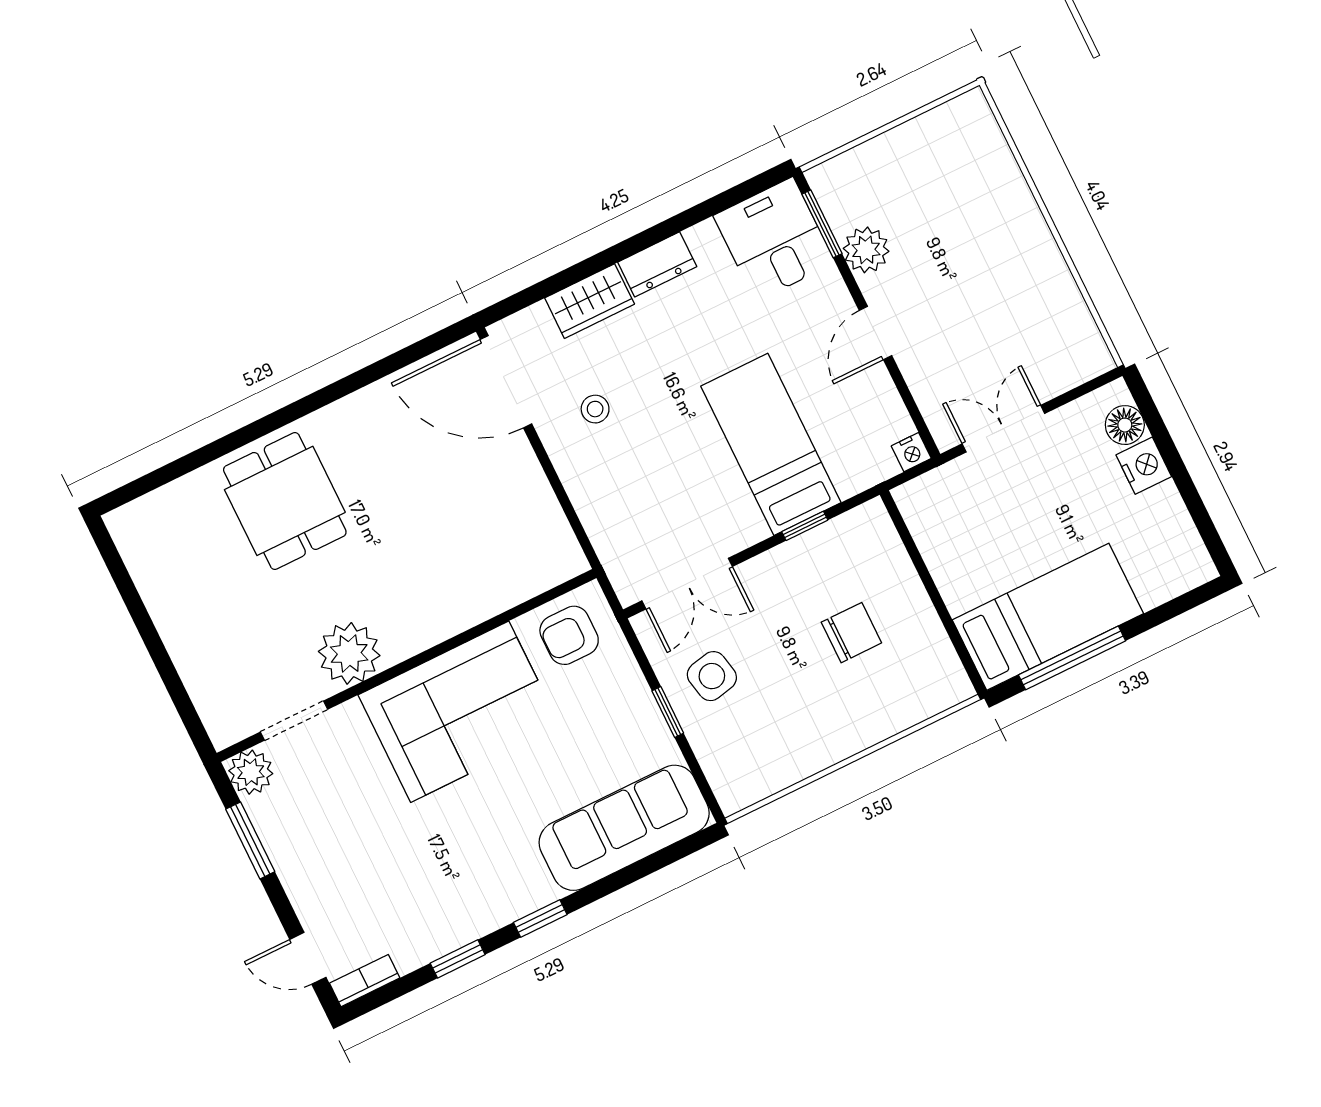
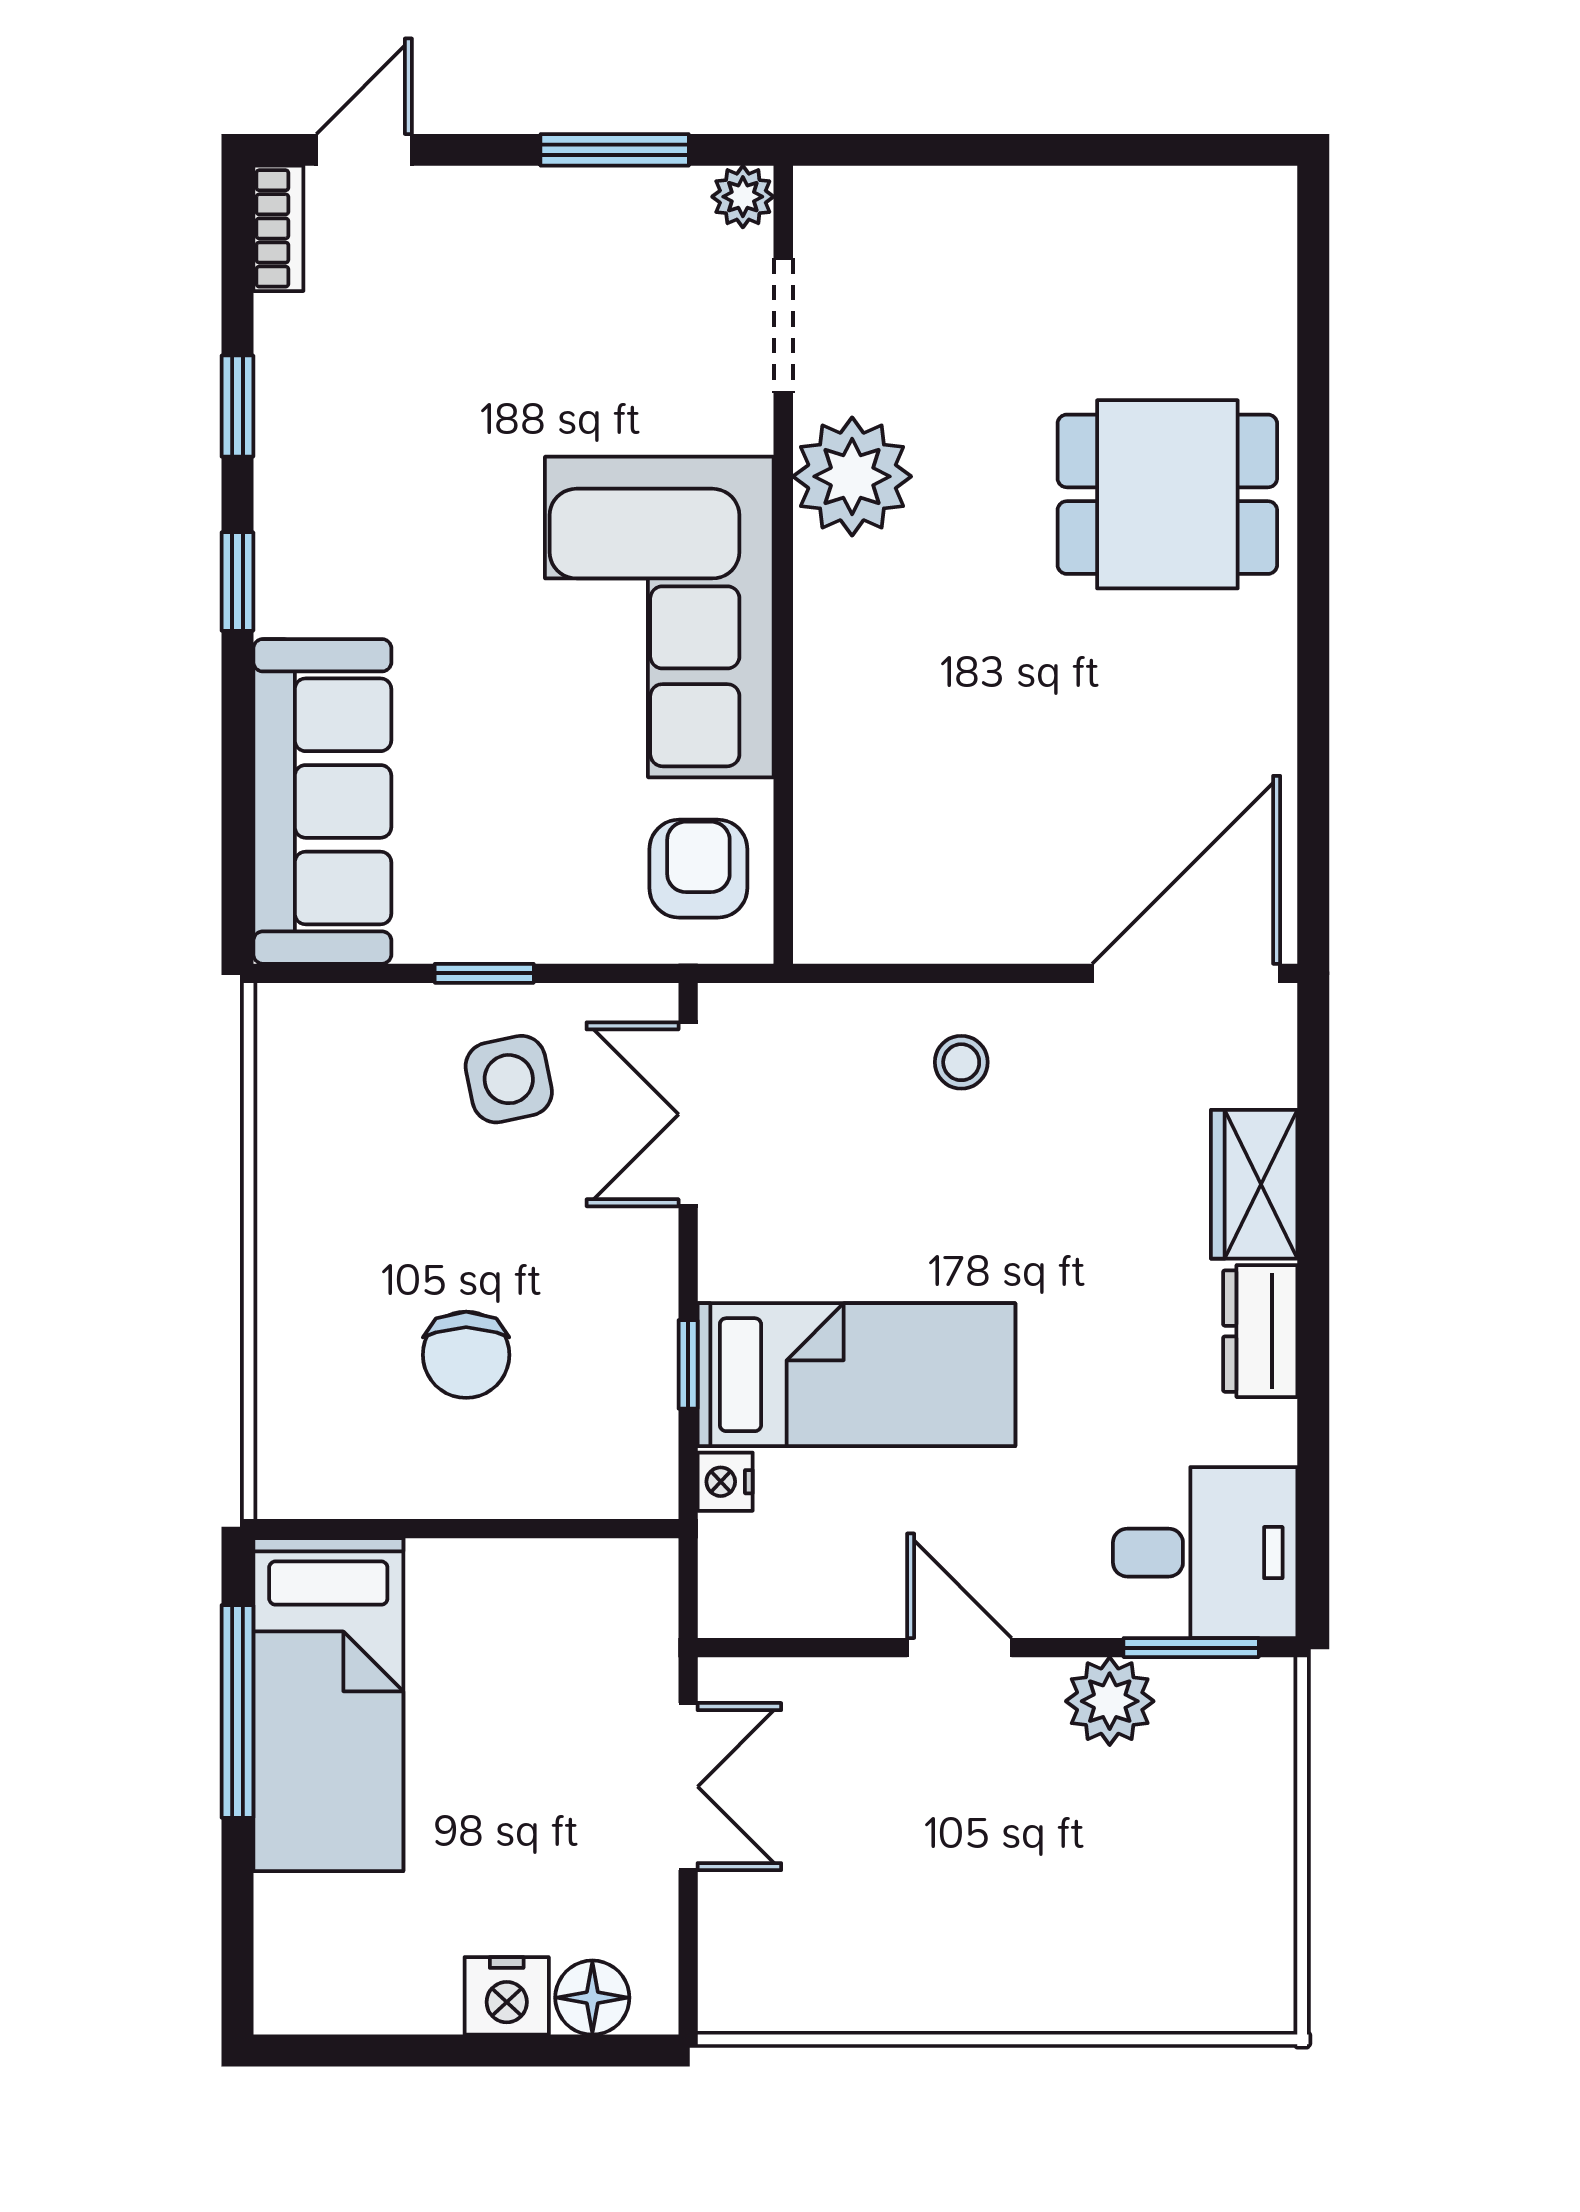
stool: (595, 409) -> (961, 1062), moved
nightstand: (911, 452) -> (725, 1482), moved
plant: (251, 772) -> (743, 197), width x0.73, depth x0.73

